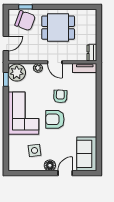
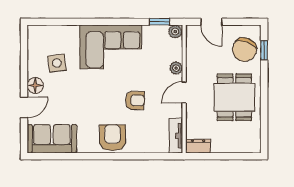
plant: (17, 73) -> (175, 32), width x0.53, depth x0.53
armchair: (55, 119) -> (112, 138), moved
door: (65, 173) -> (24, 107), hinge flipped

